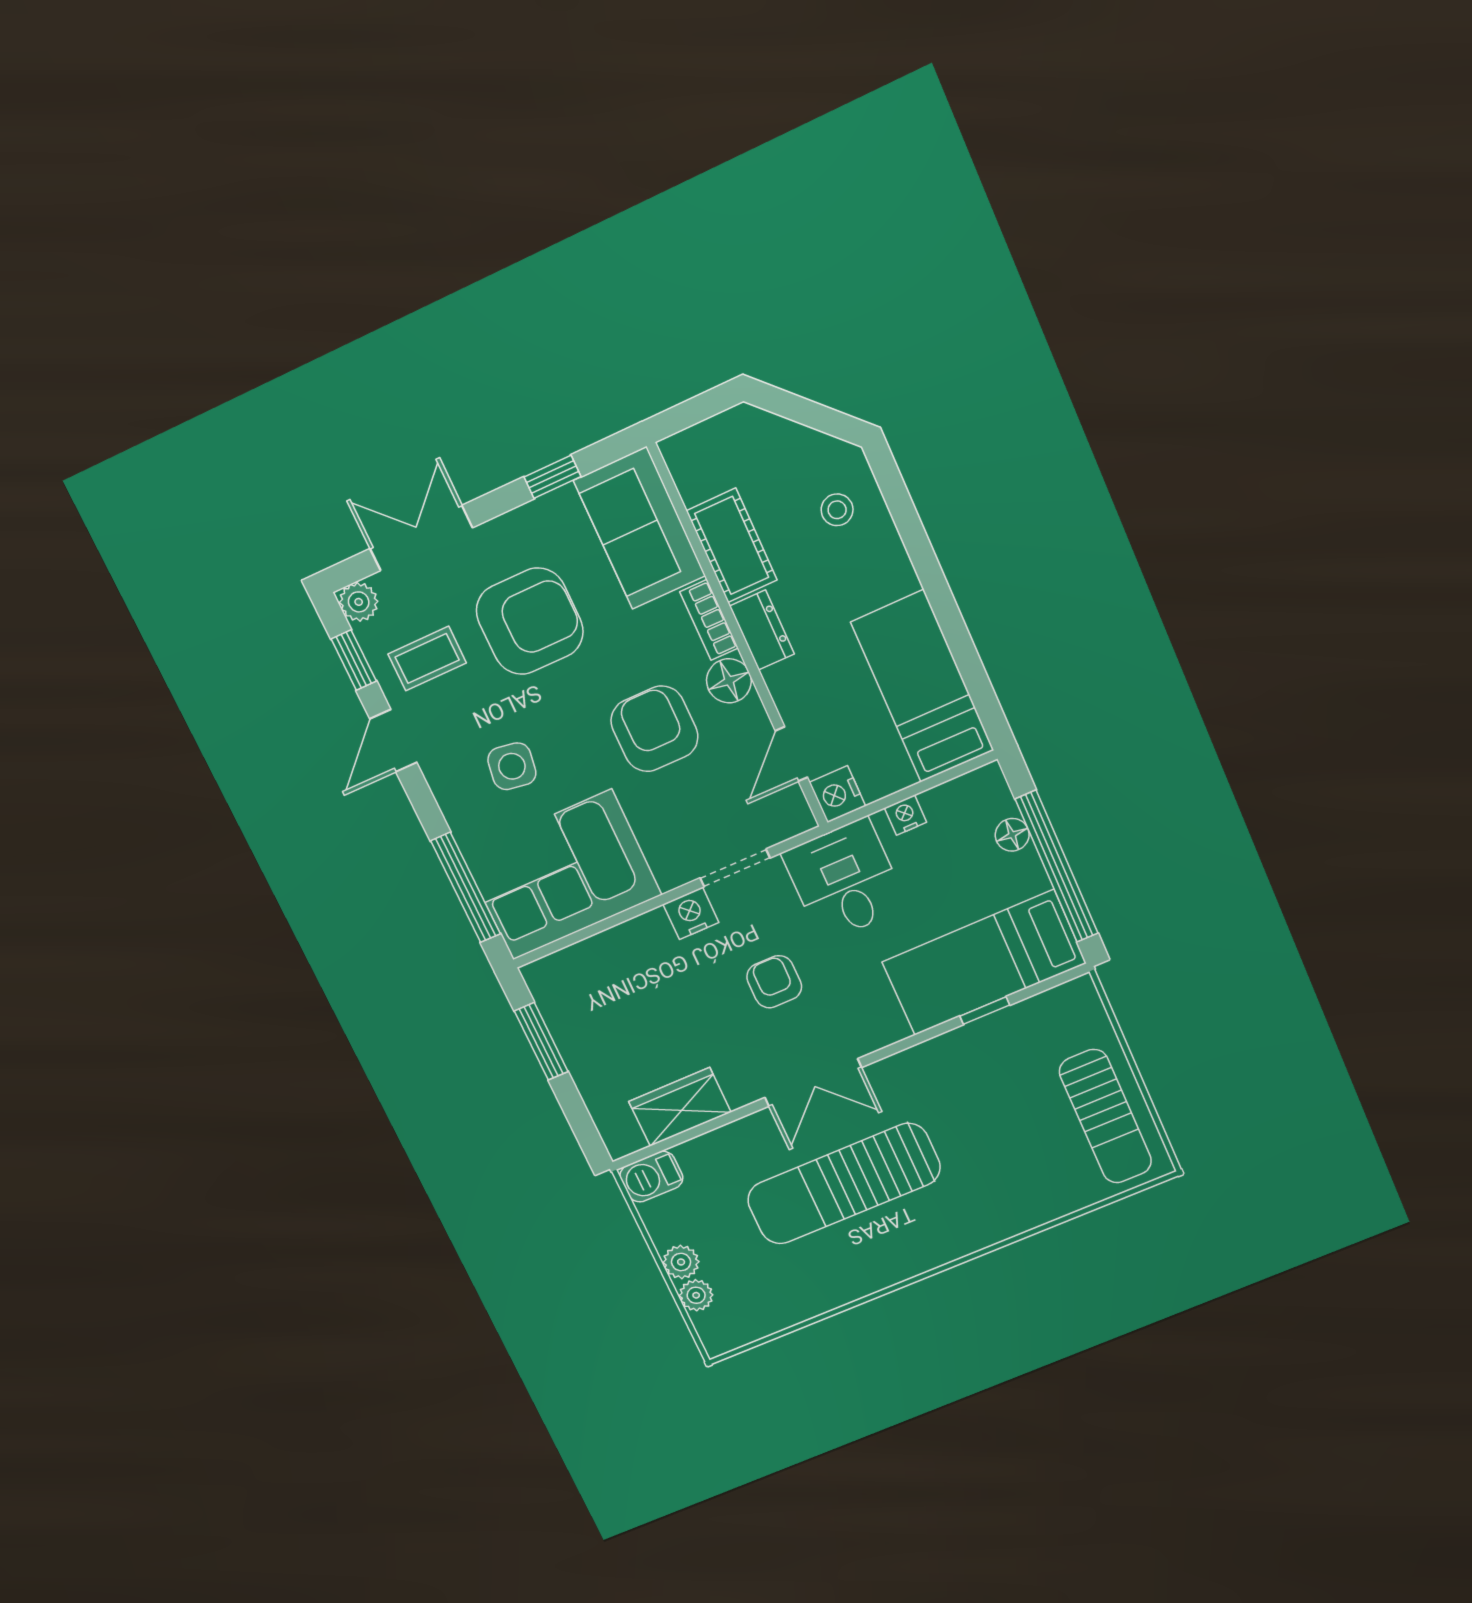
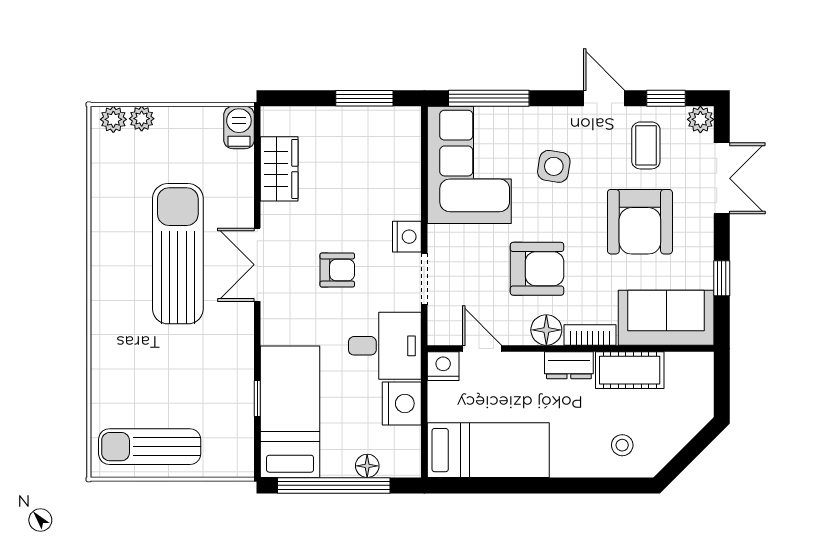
nightstand: (905, 815) -> (402, 403), width x1.89, depth x1.79
plant: (681, 1262) -> (113, 119), moved

